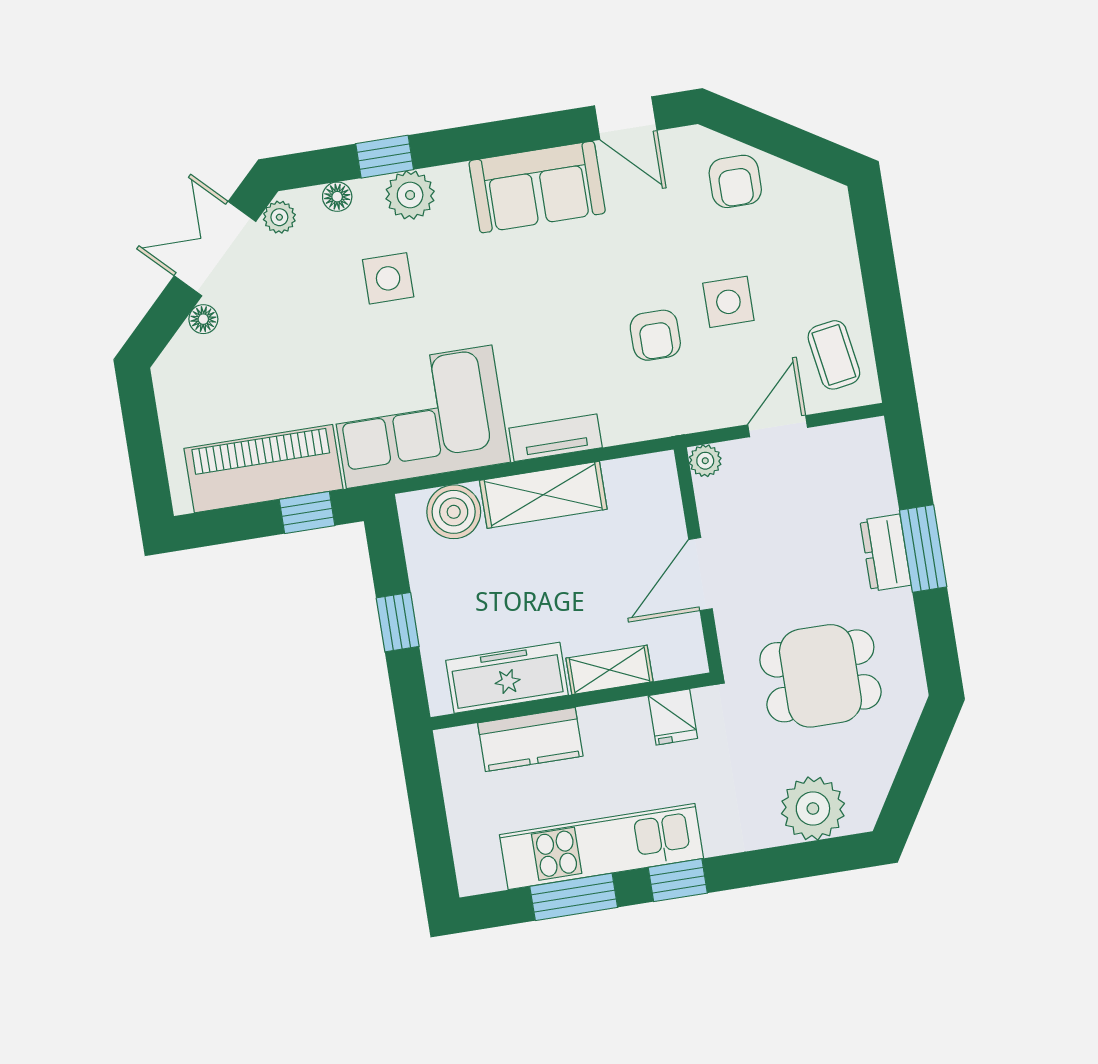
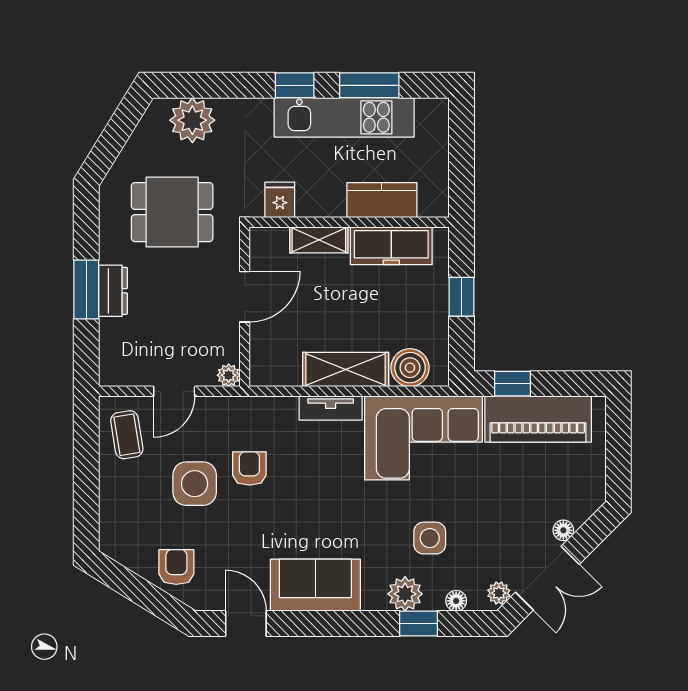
side table: (728, 302) -> (195, 484), width x1.37, depth x1.37

